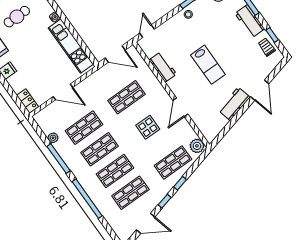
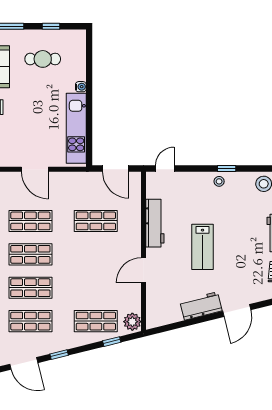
workbench: (163, 67) -> (155, 223), width x1.37
display table: (148, 127) -> (96, 267), removed
window: (180, 183) -> (112, 342), moved

